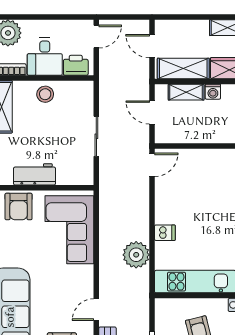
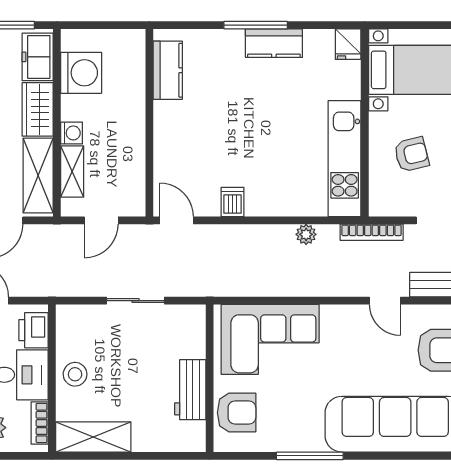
dishwasher: (165, 233) -> (233, 202), moved
plant: (136, 255) -> (306, 234), width x0.53, depth x0.53
bookcase: (144, 300) -> (372, 232), added

